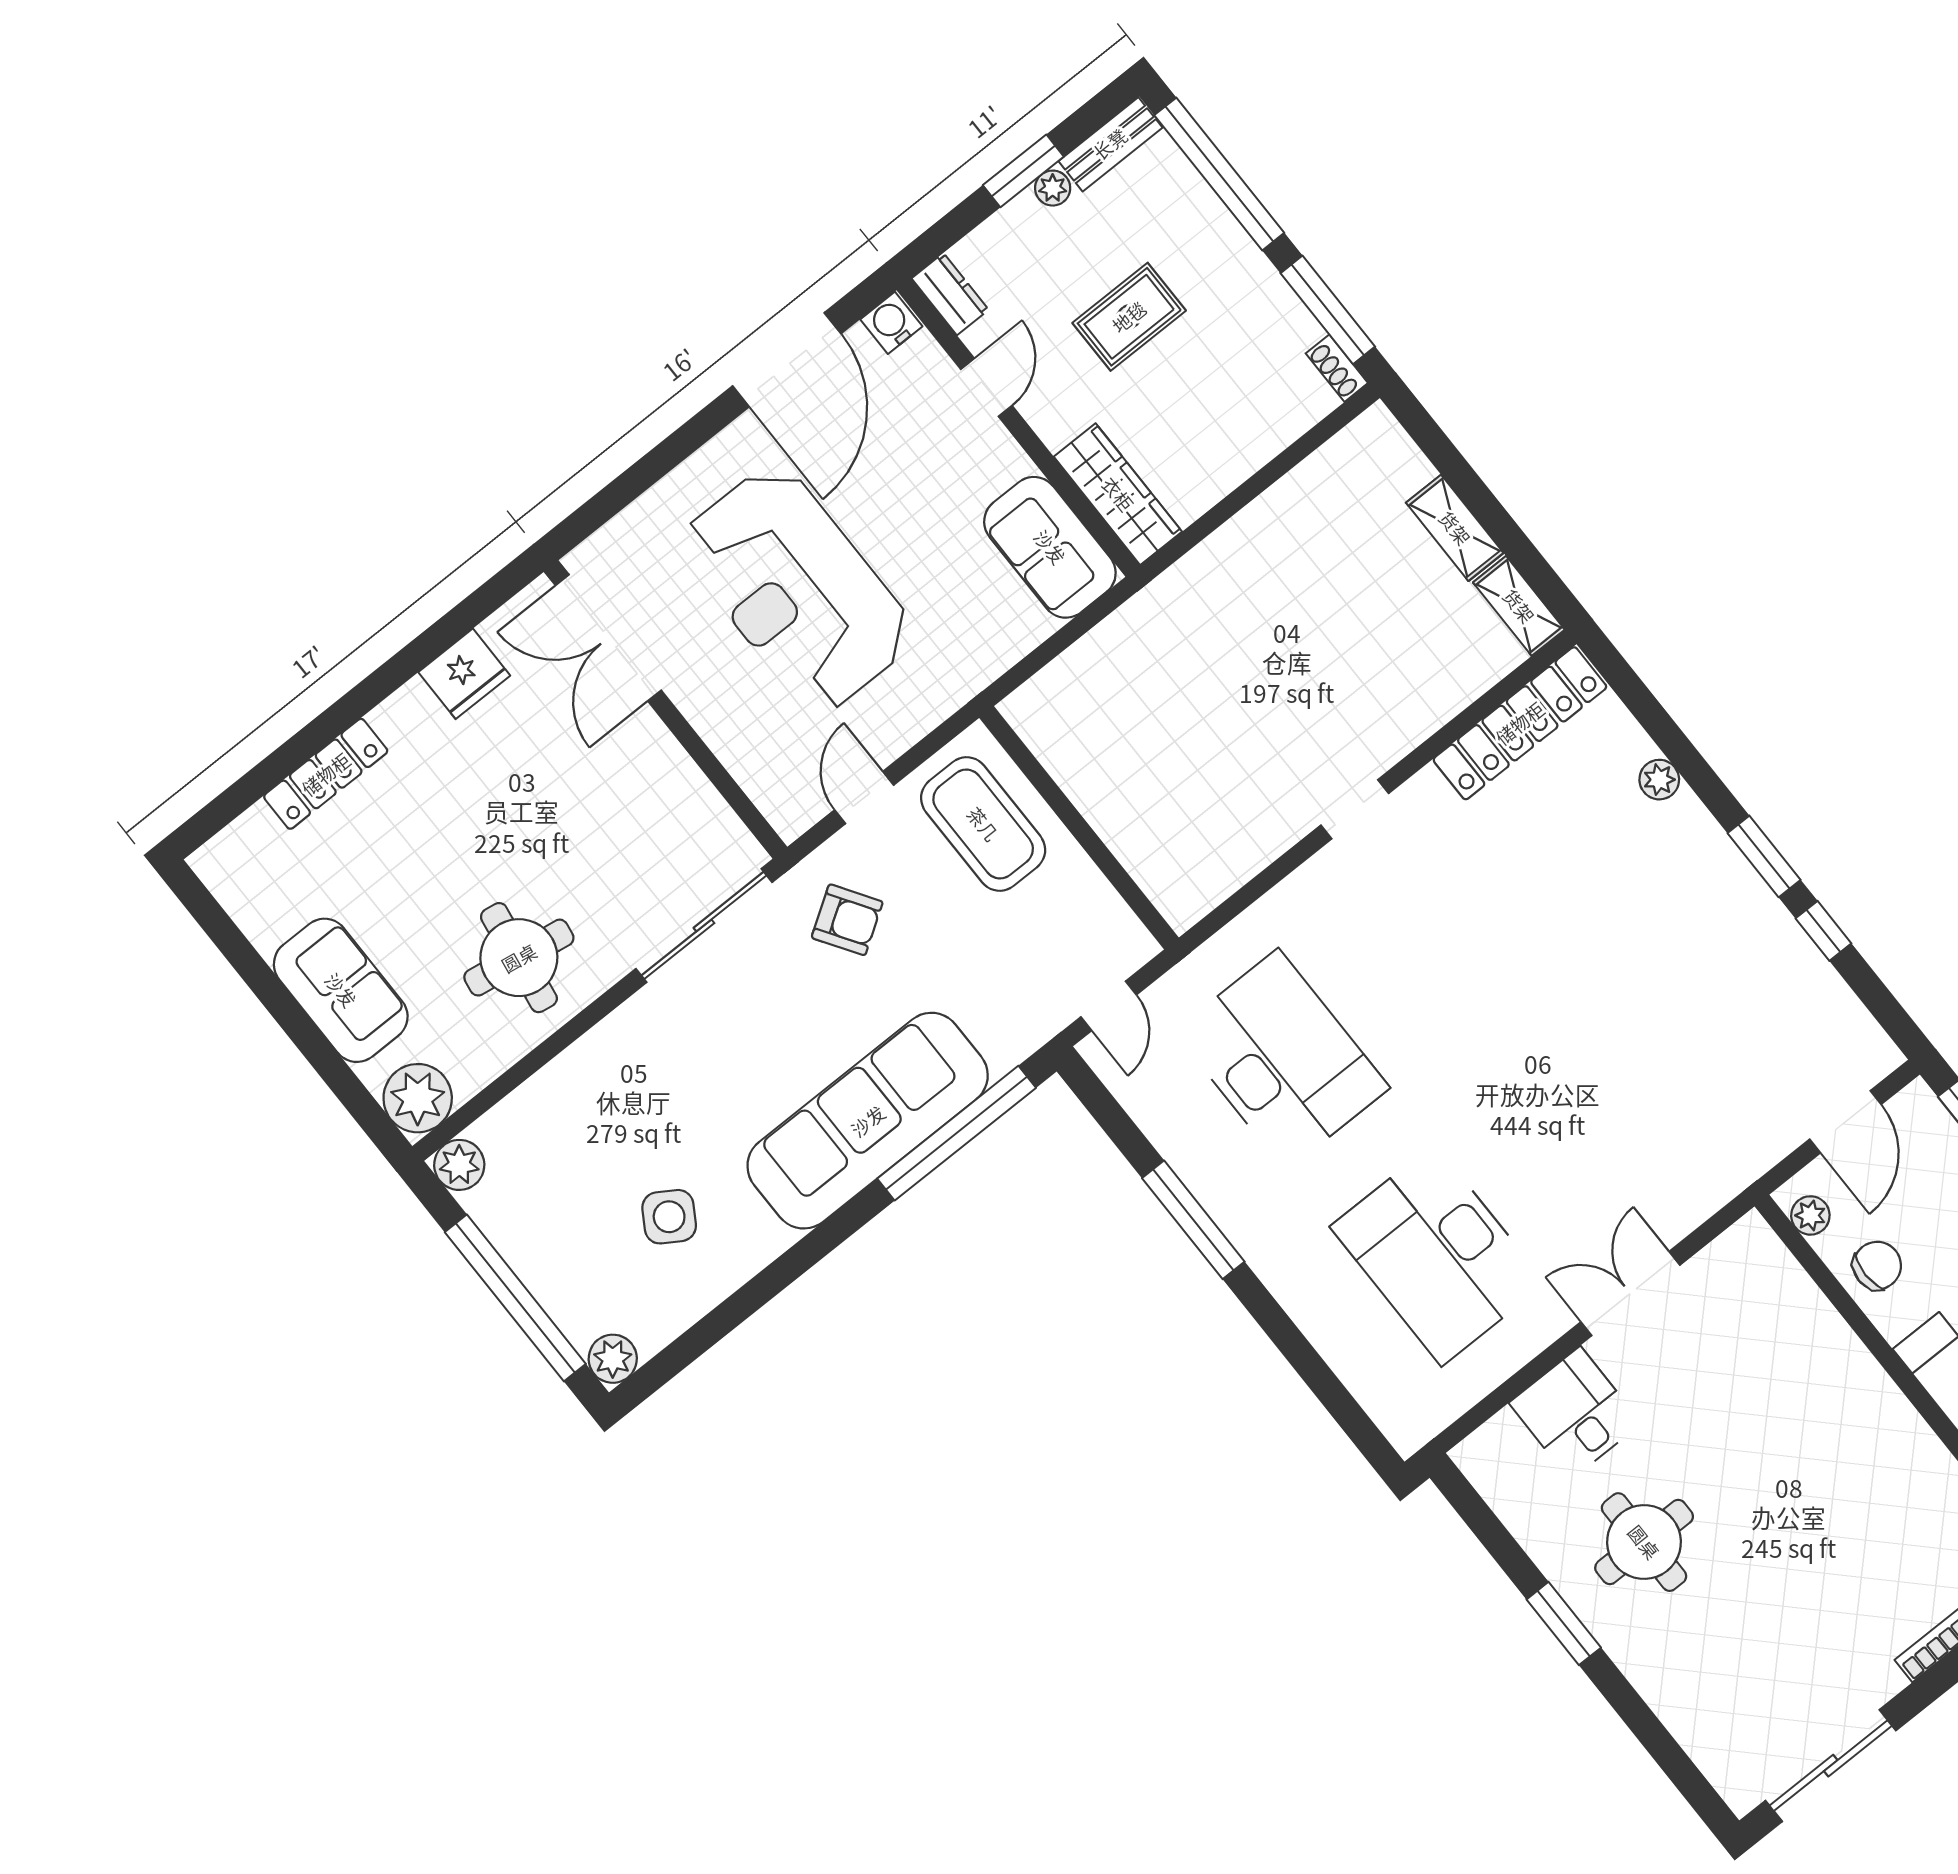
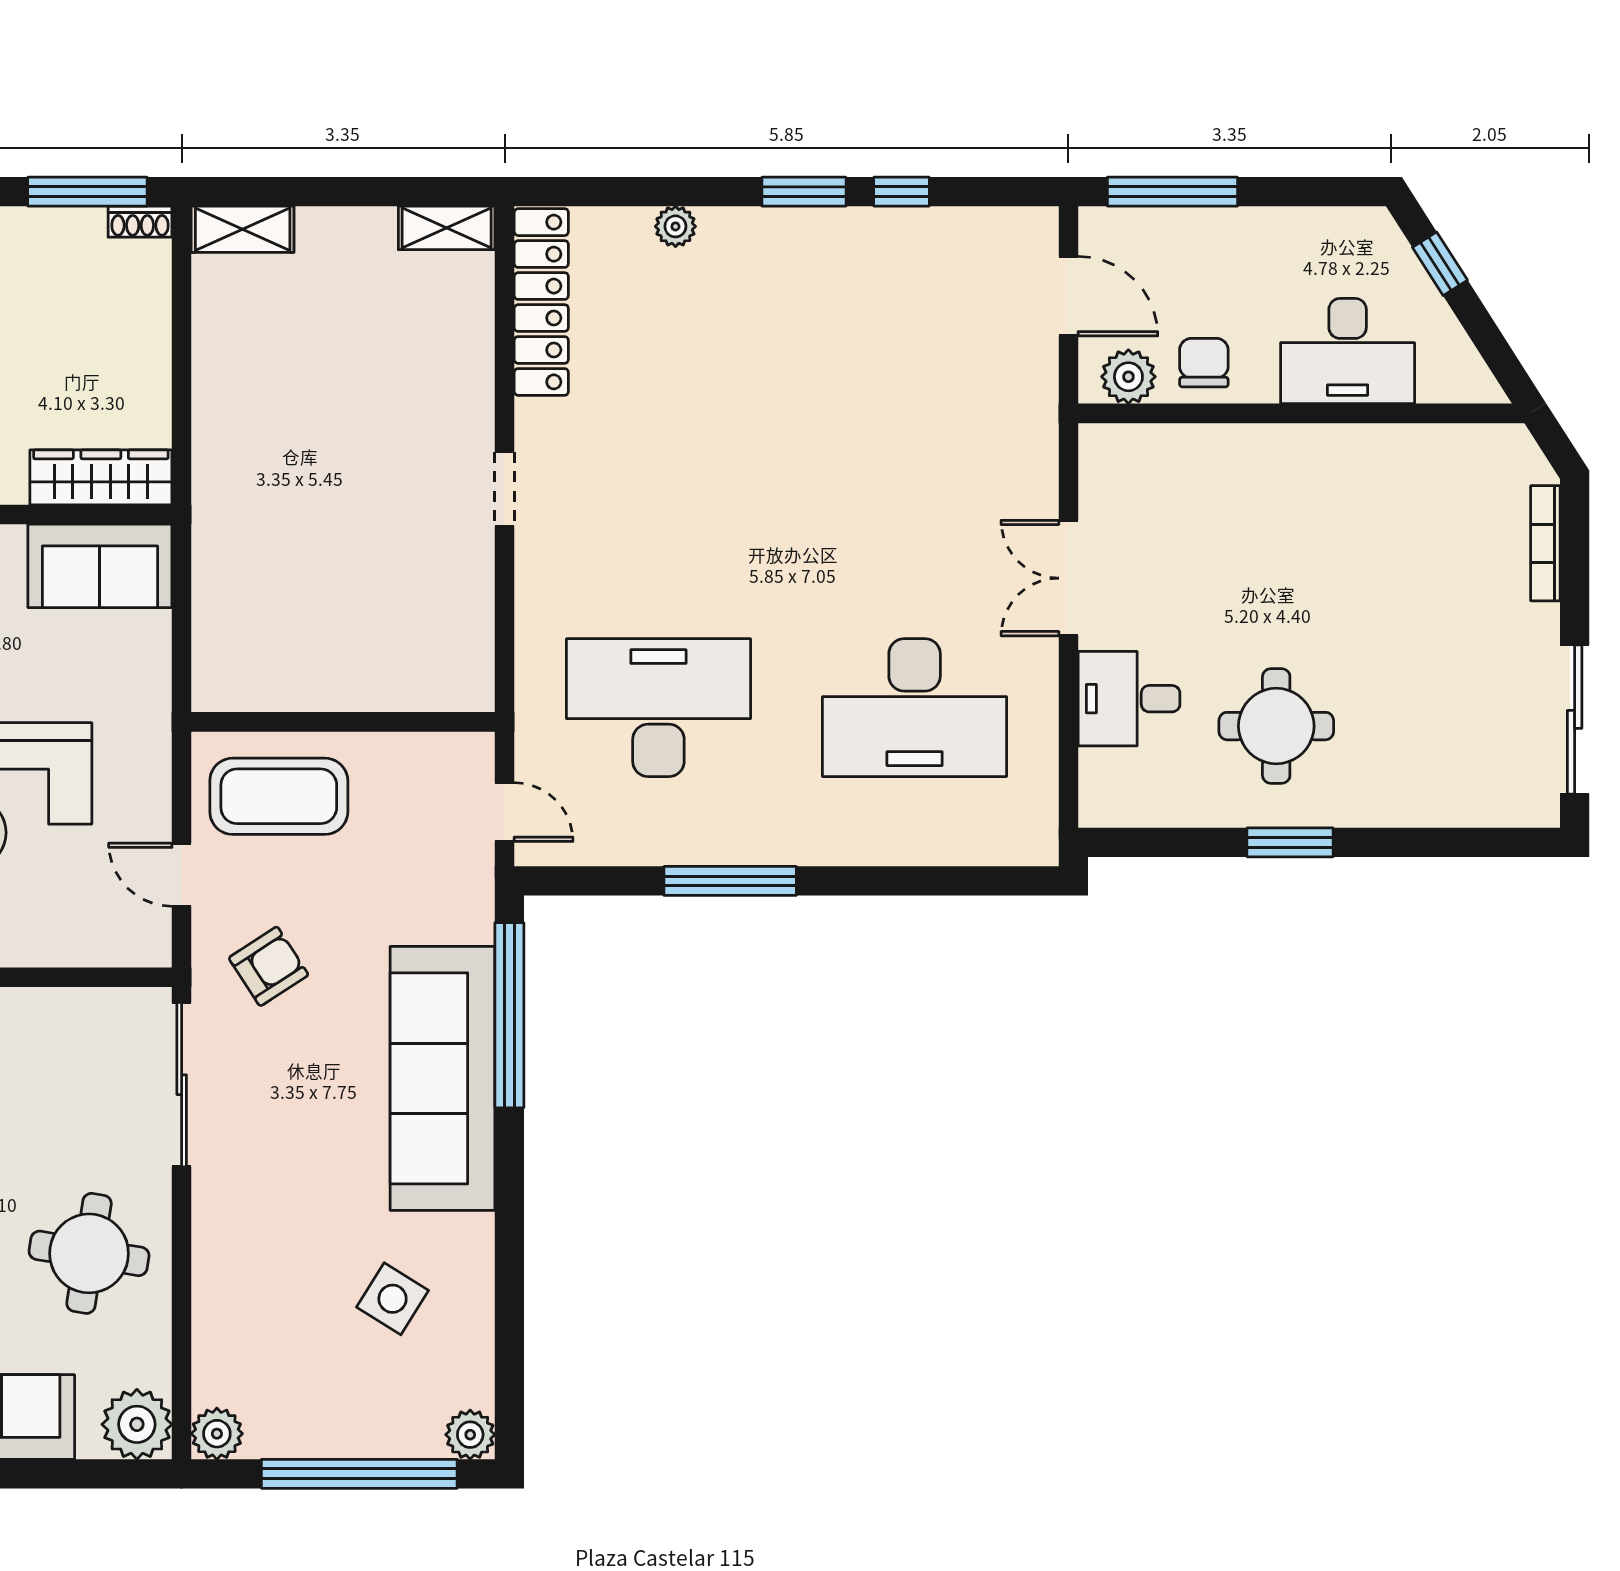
shelving: (1455, 528) -> (243, 229), moved
plant: (1810, 1215) -> (1128, 377), width x1.38, depth x1.38

